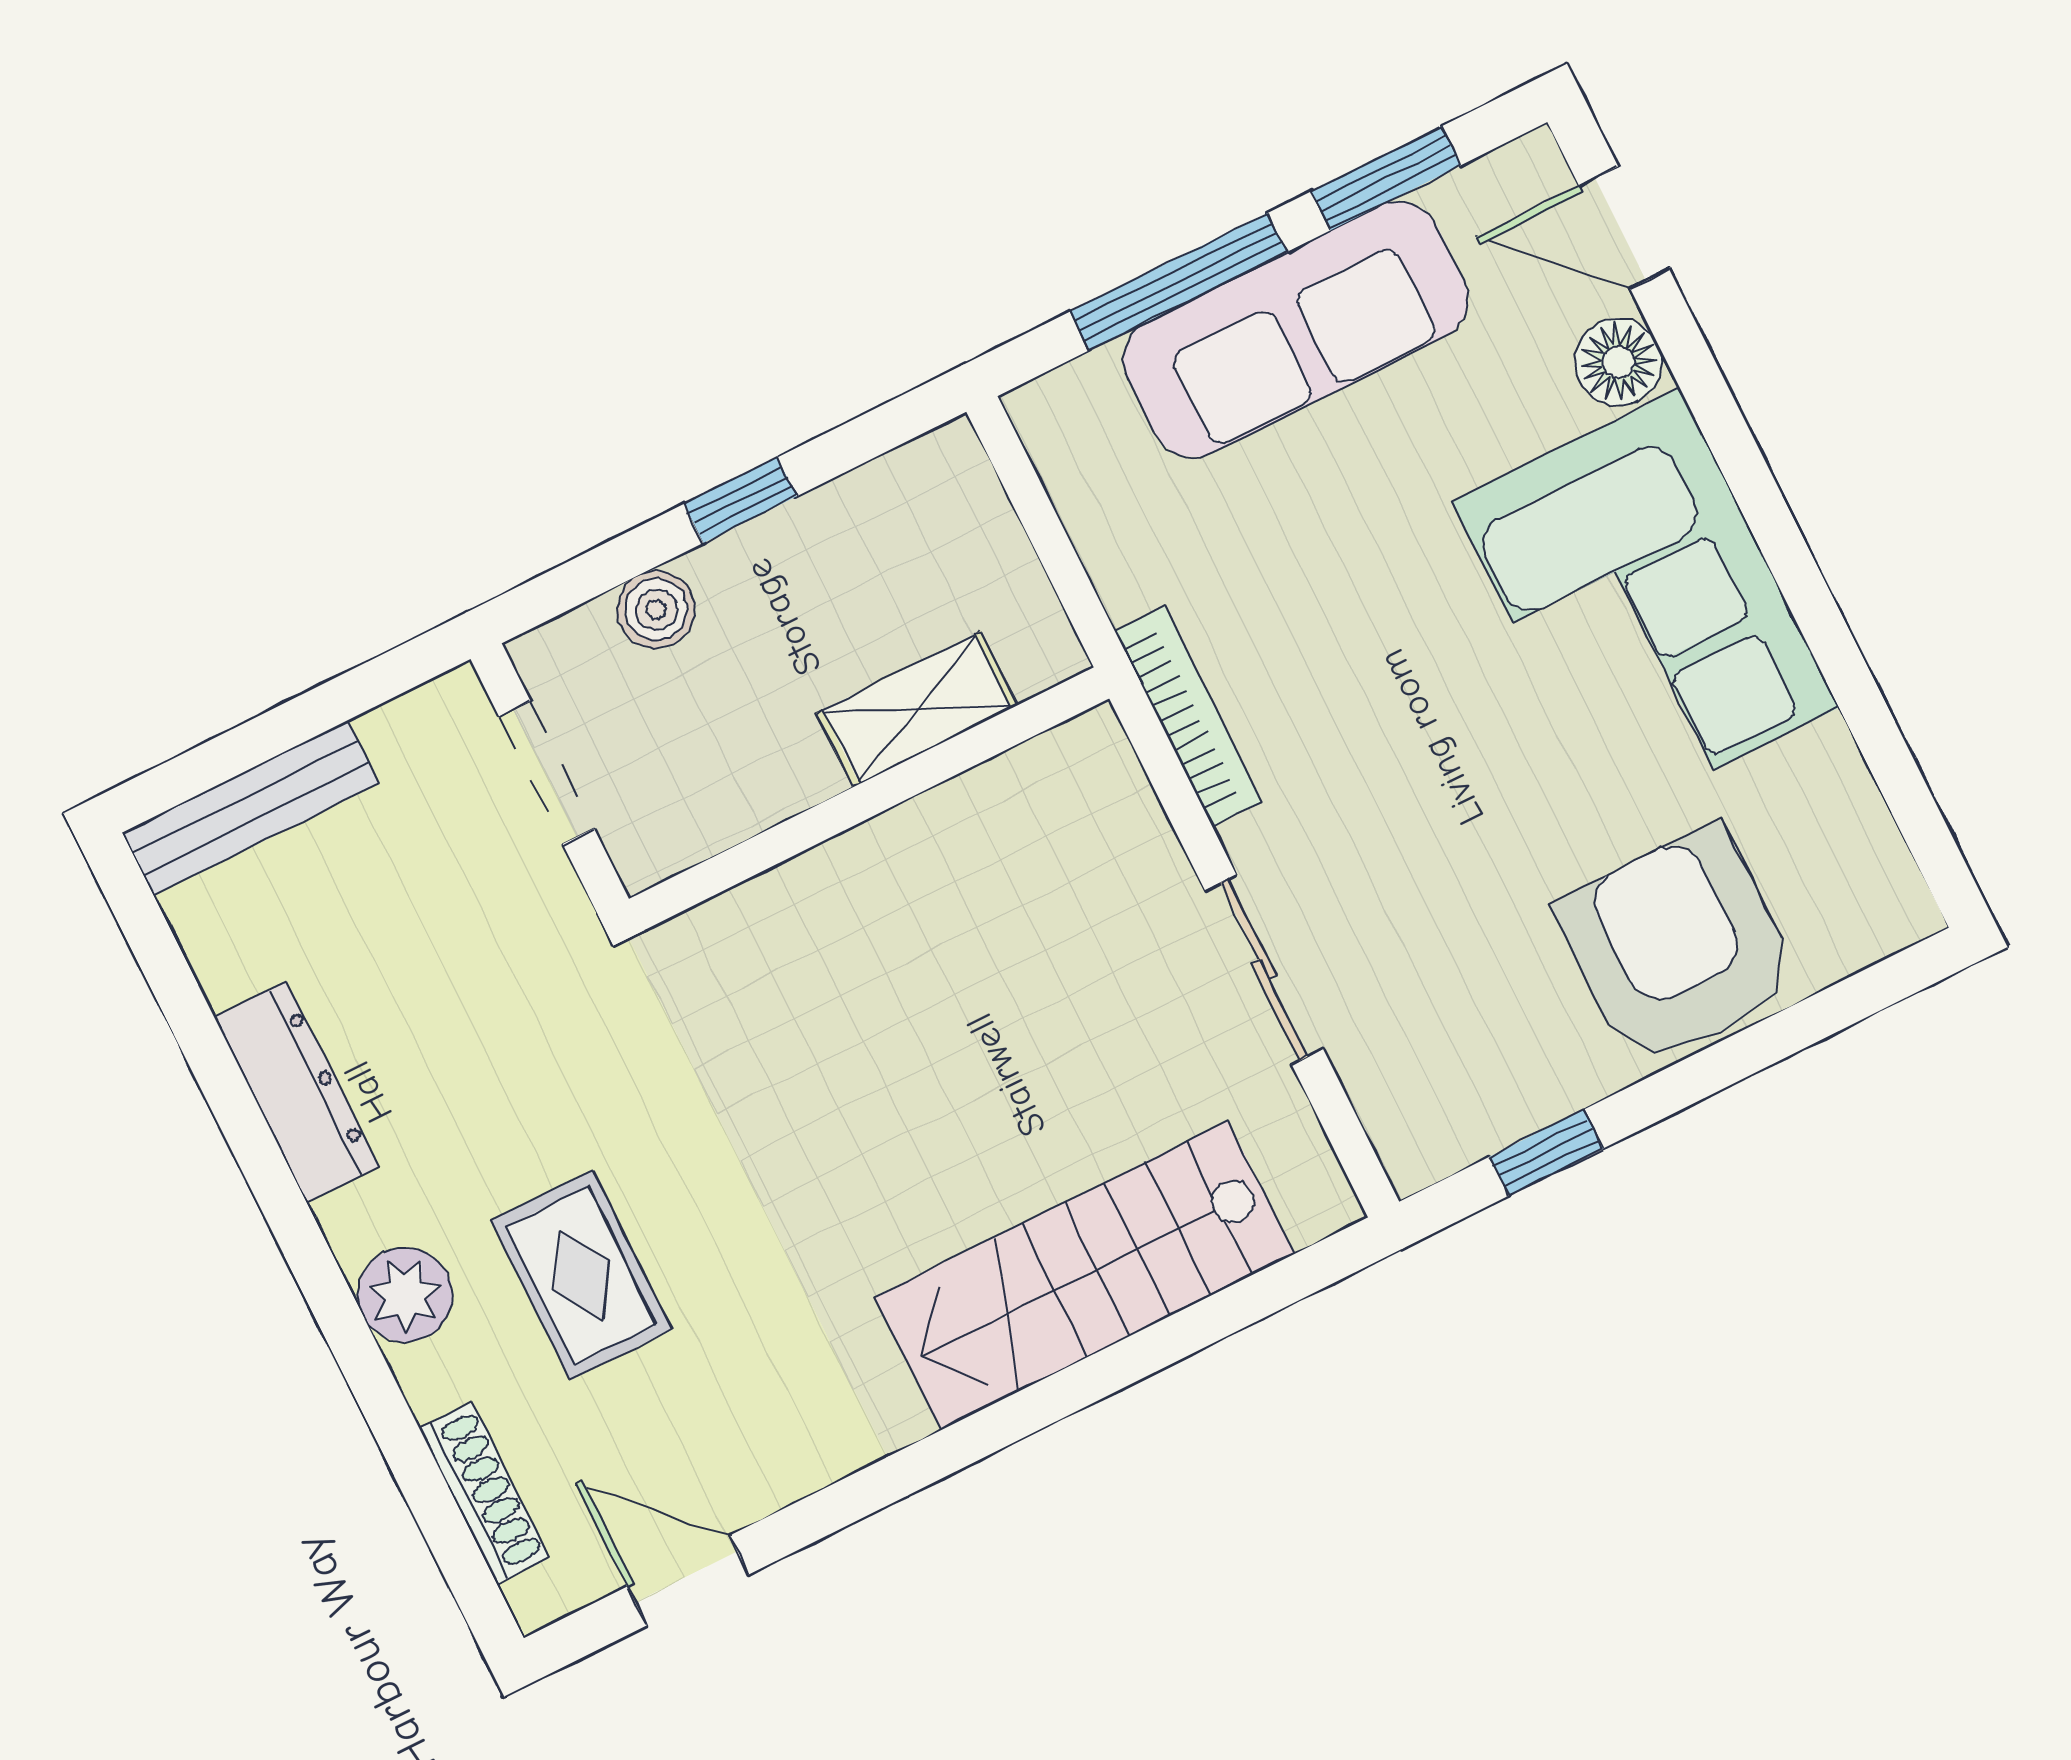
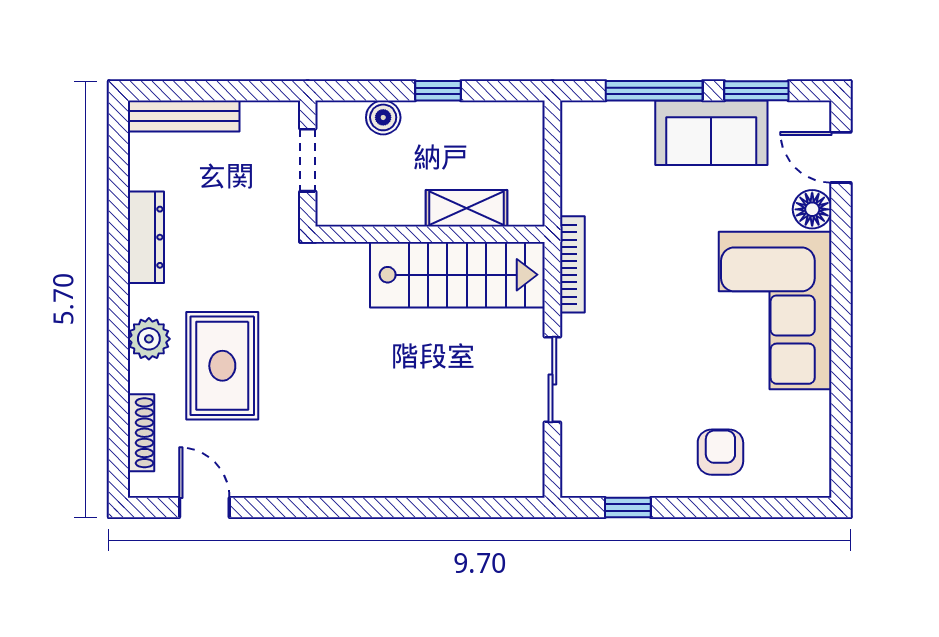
sofa: (1296, 329) -> (711, 133), width x0.73
armchair: (1678, 947) -> (720, 452), width x0.53, depth x0.53
rug: (581, 1275) -> (222, 366), width x1.36, depth x1.43
stairs: (1084, 1276) -> (457, 275), moved, turned 180

